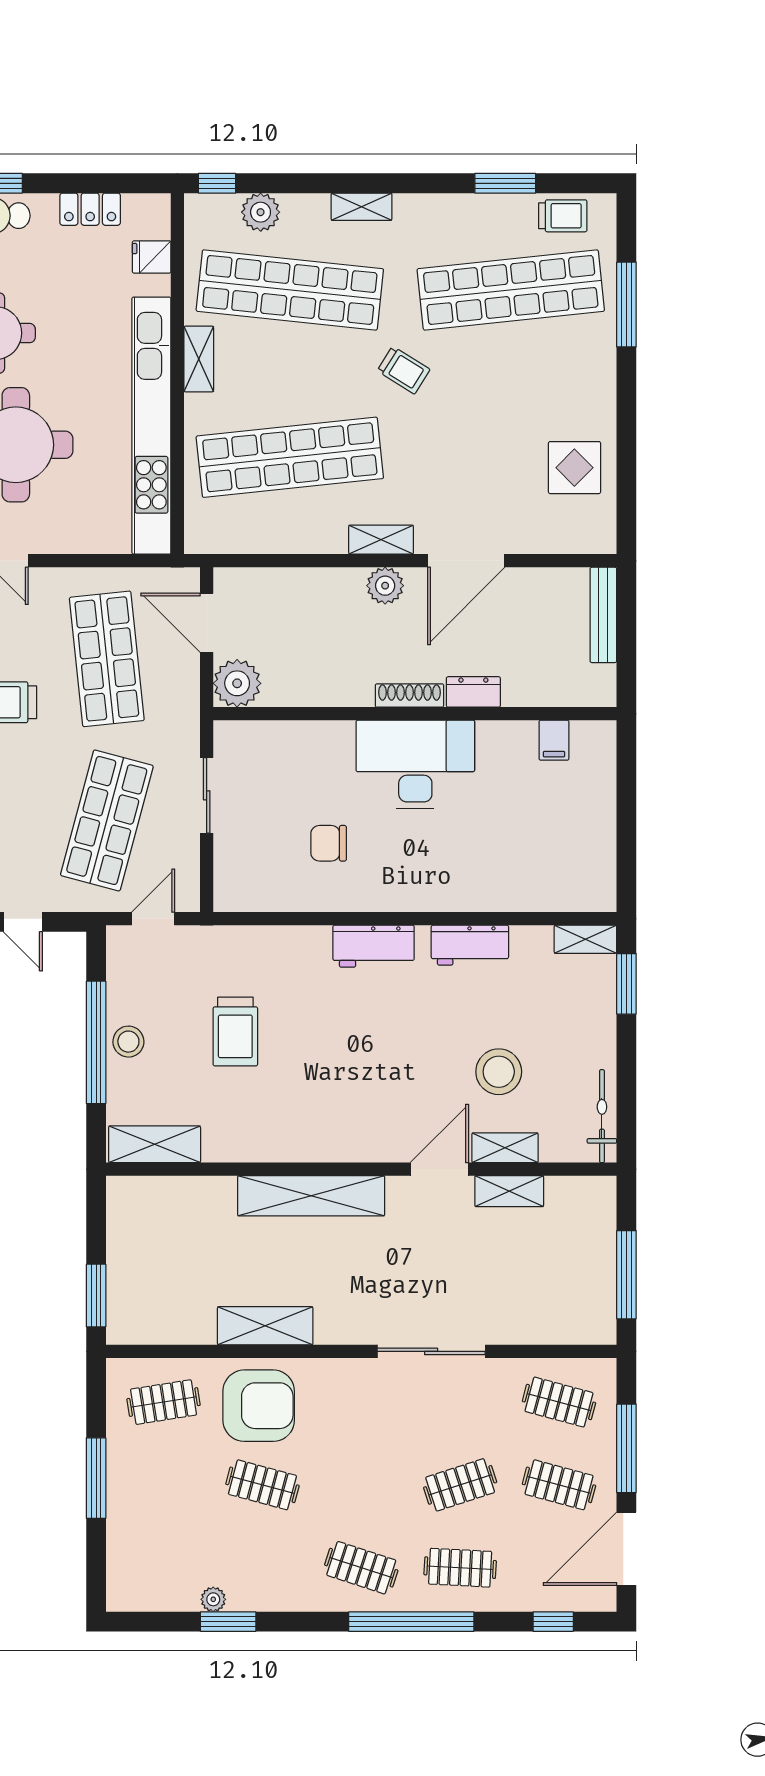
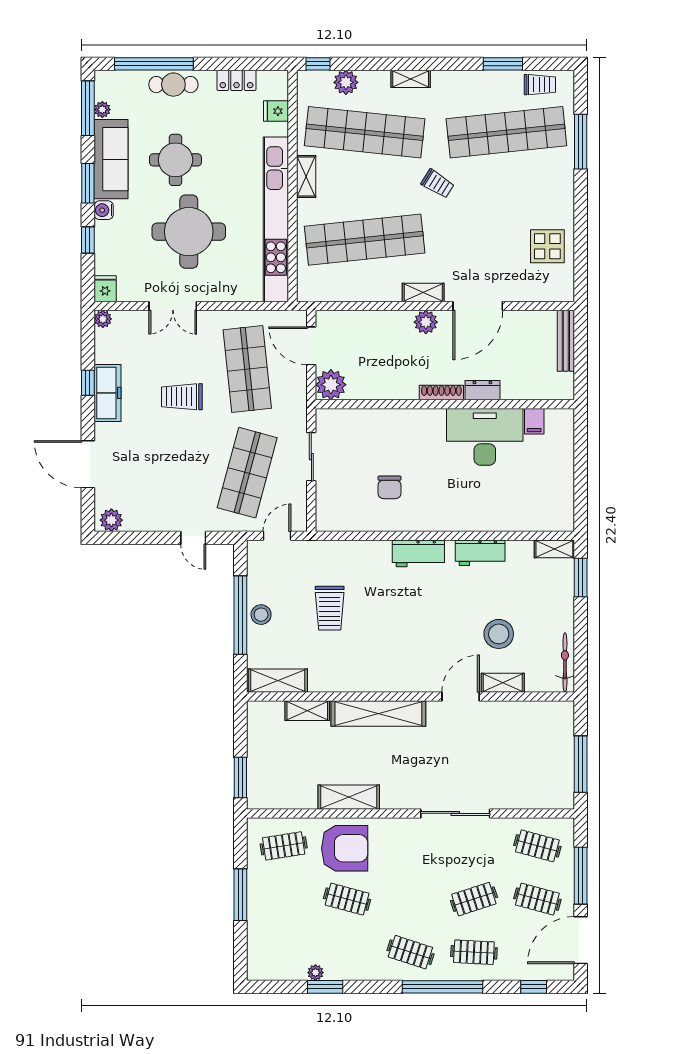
desk: (415, 765) -> (485, 437), moved
chair: (329, 843) -> (390, 487), turned -90
shelving: (509, 1191) -> (307, 711), moved

